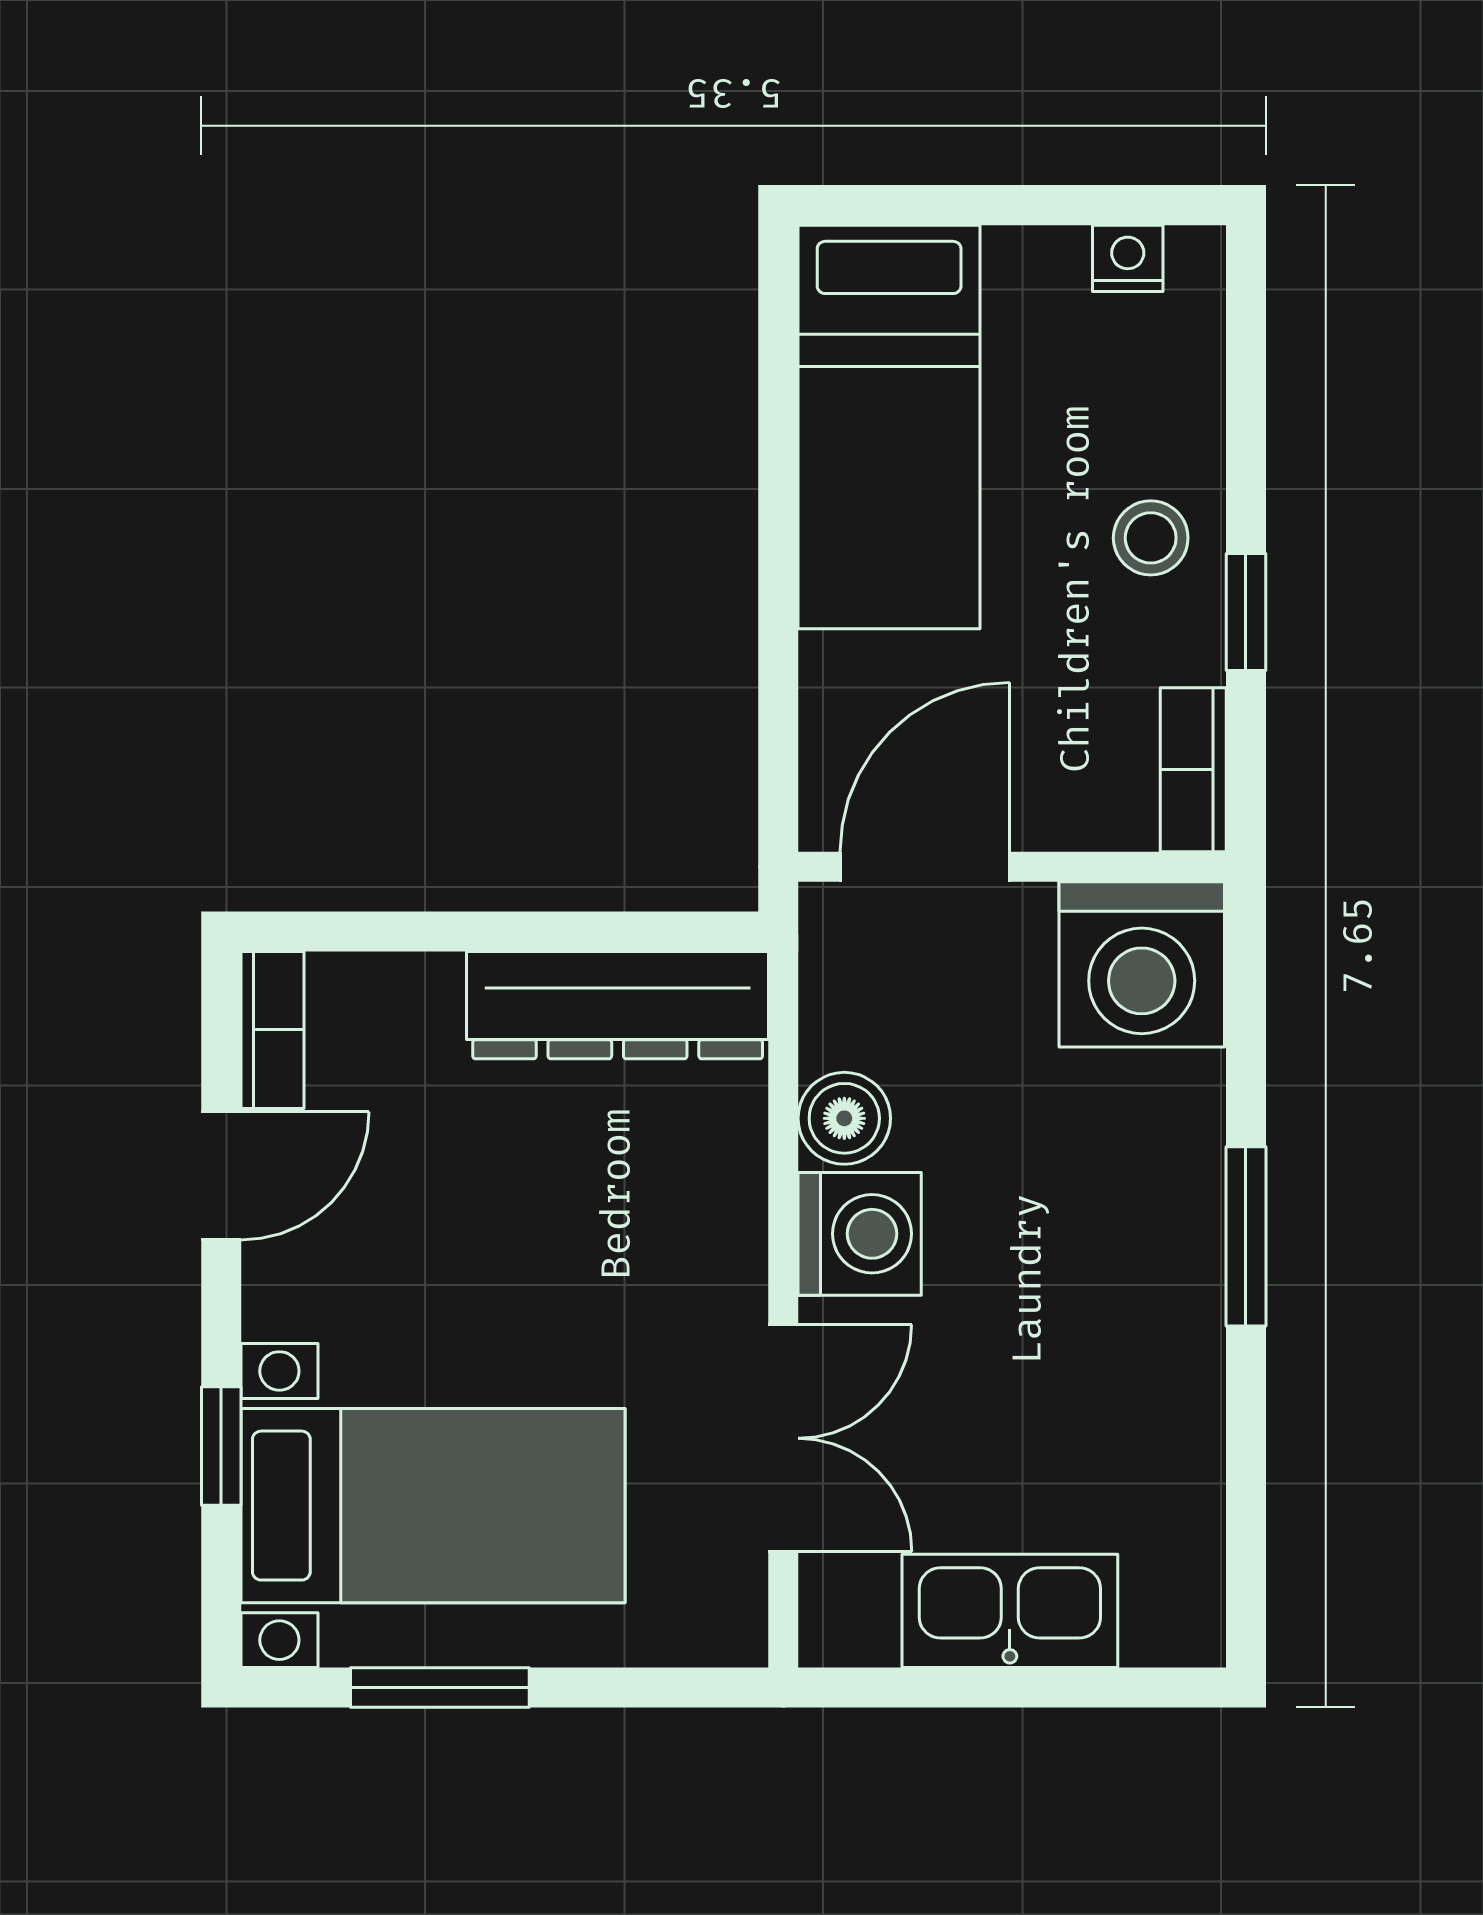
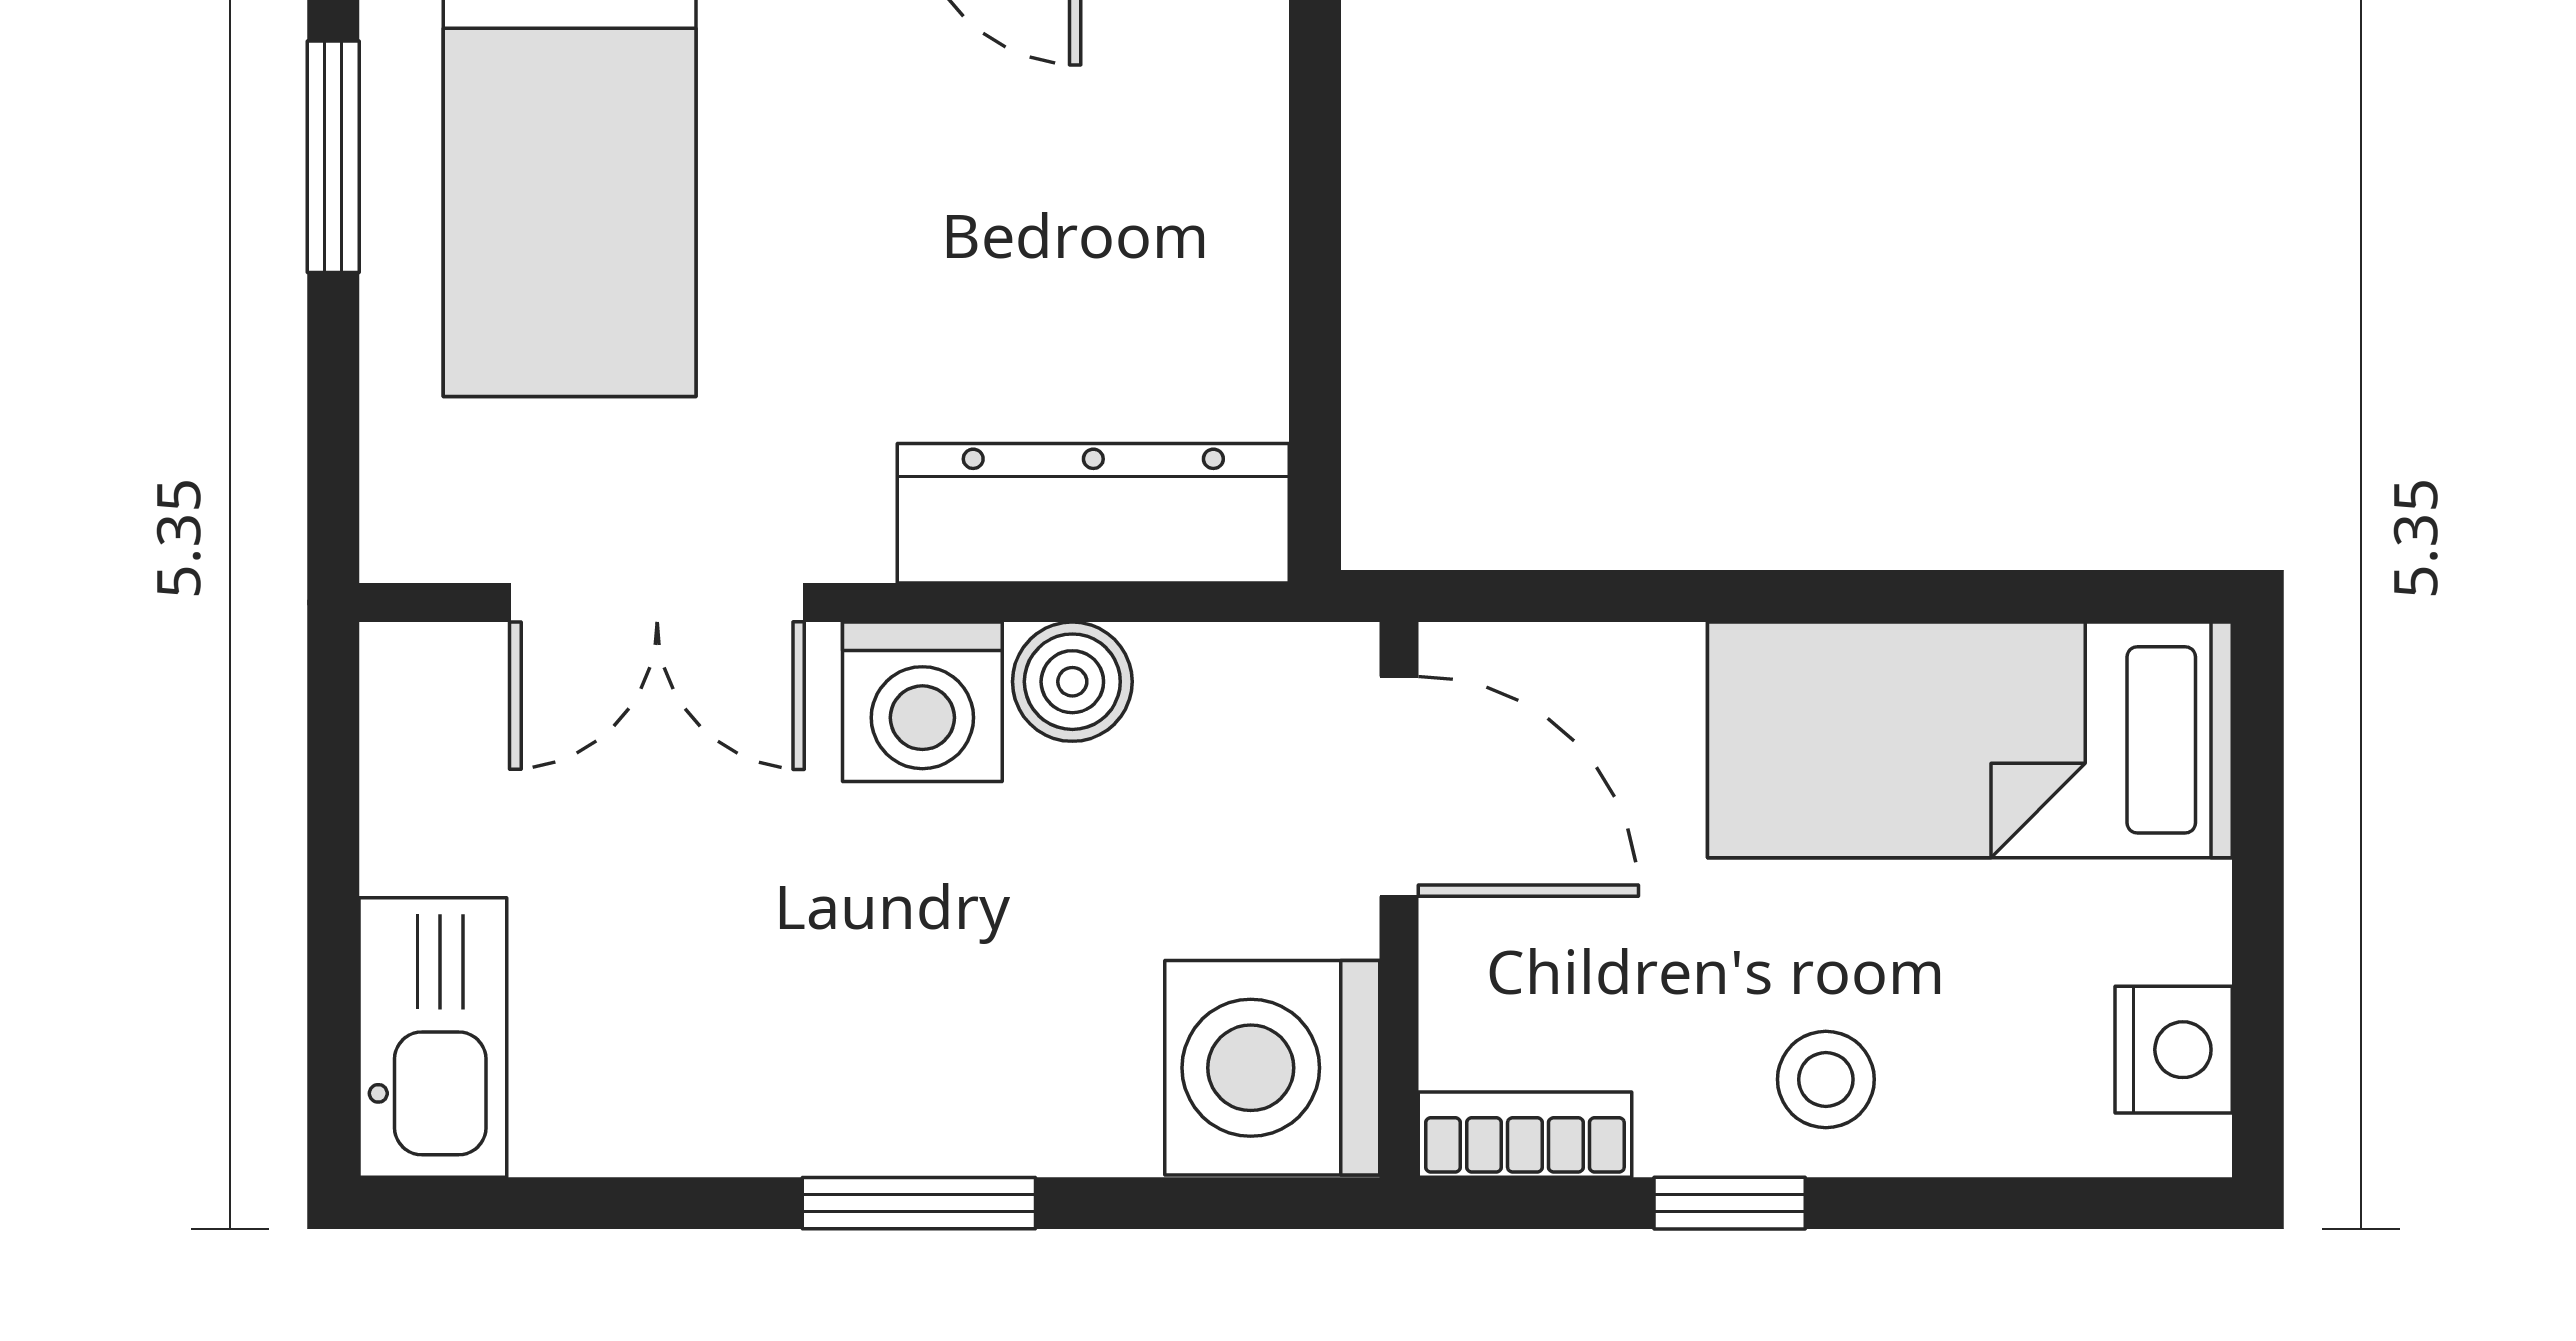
nightstand: (1128, 258) -> (2174, 1050), width x1.39, depth x1.35
dresser: (618, 1005) -> (1093, 513), moved, turned 90
kitchen sink: (1010, 1611) -> (433, 1037), moved

